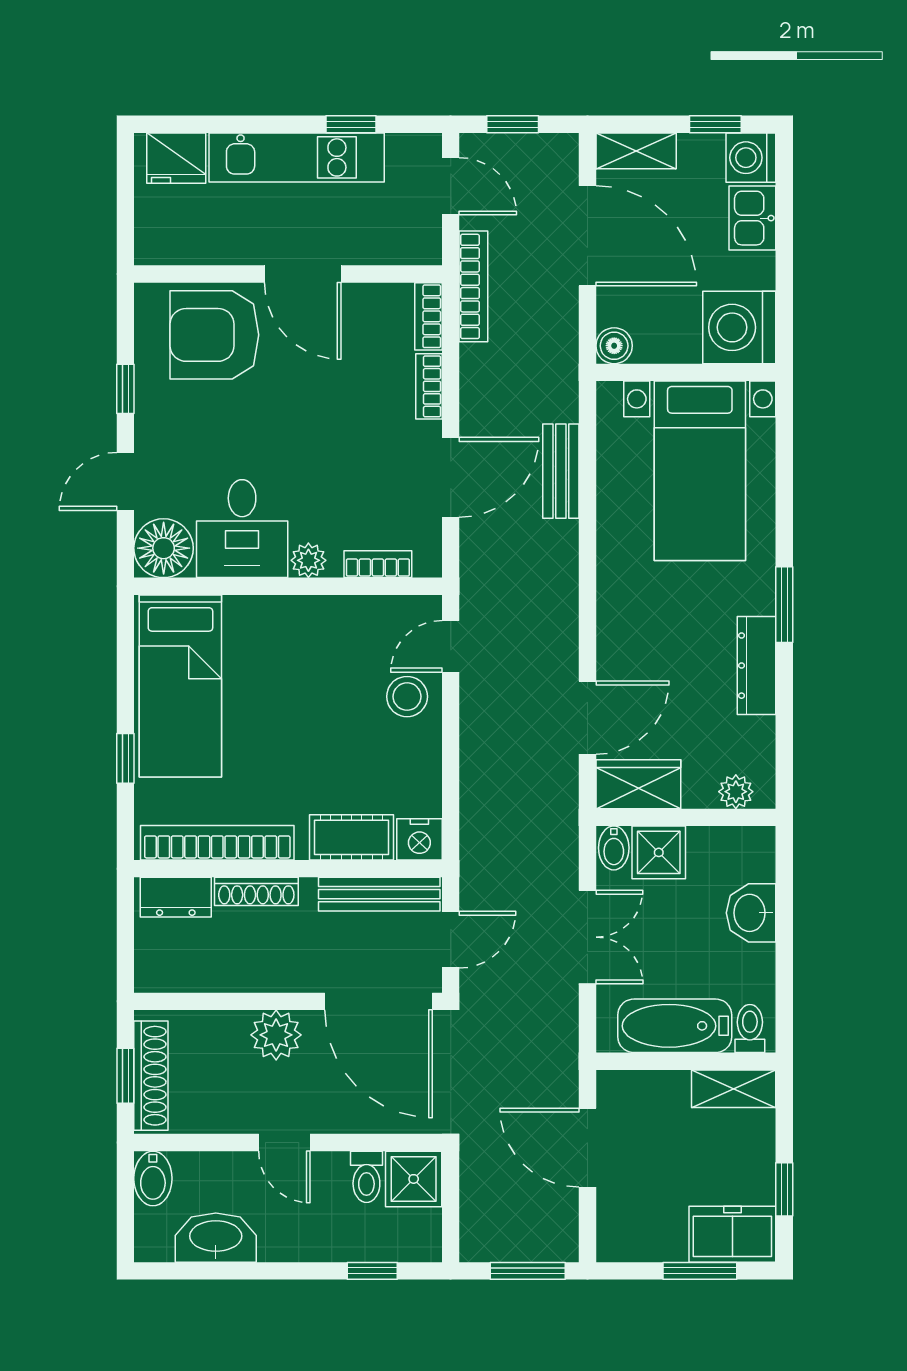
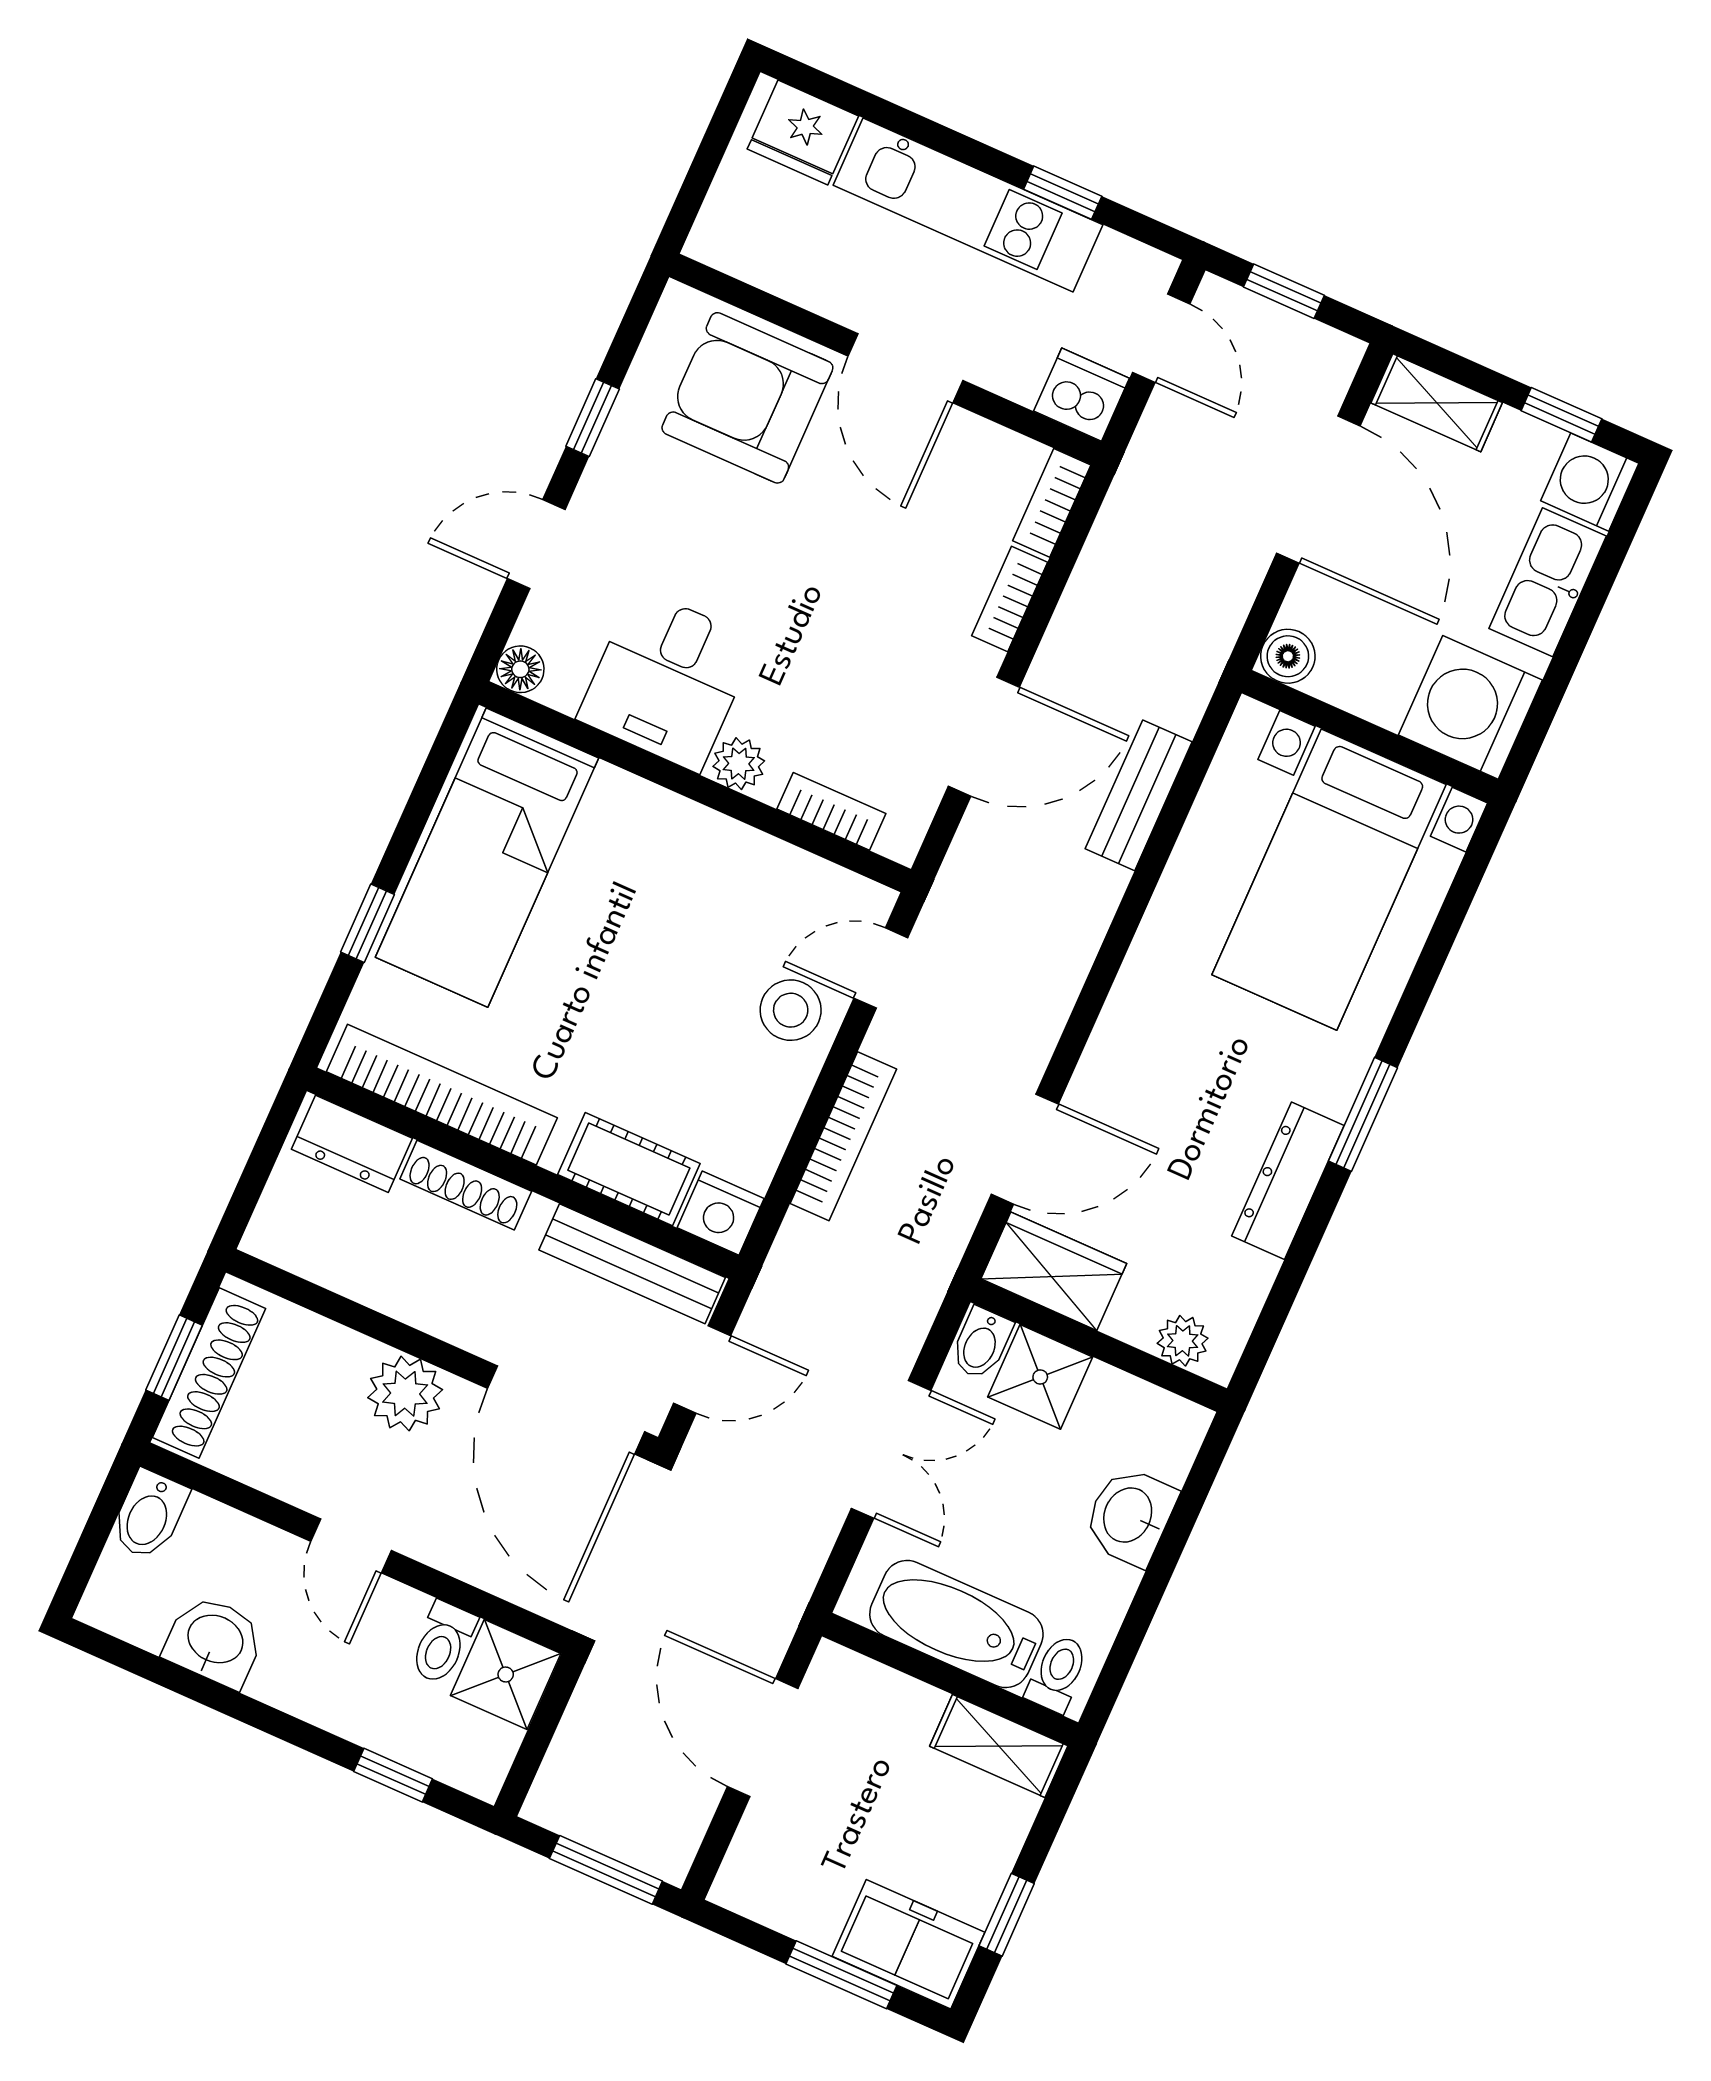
kitchen sink: (752, 218) -> (1548, 582), width x1.38
dishwasher: (417, 242) -> (1082, 395), added
bookcase: (473, 286) -> (843, 1136), moved
floor lamp: (164, 548) -> (520, 669), width x0.53, depth x0.53
washbasin: (216, 1238) -> (215, 1641), width x0.72

